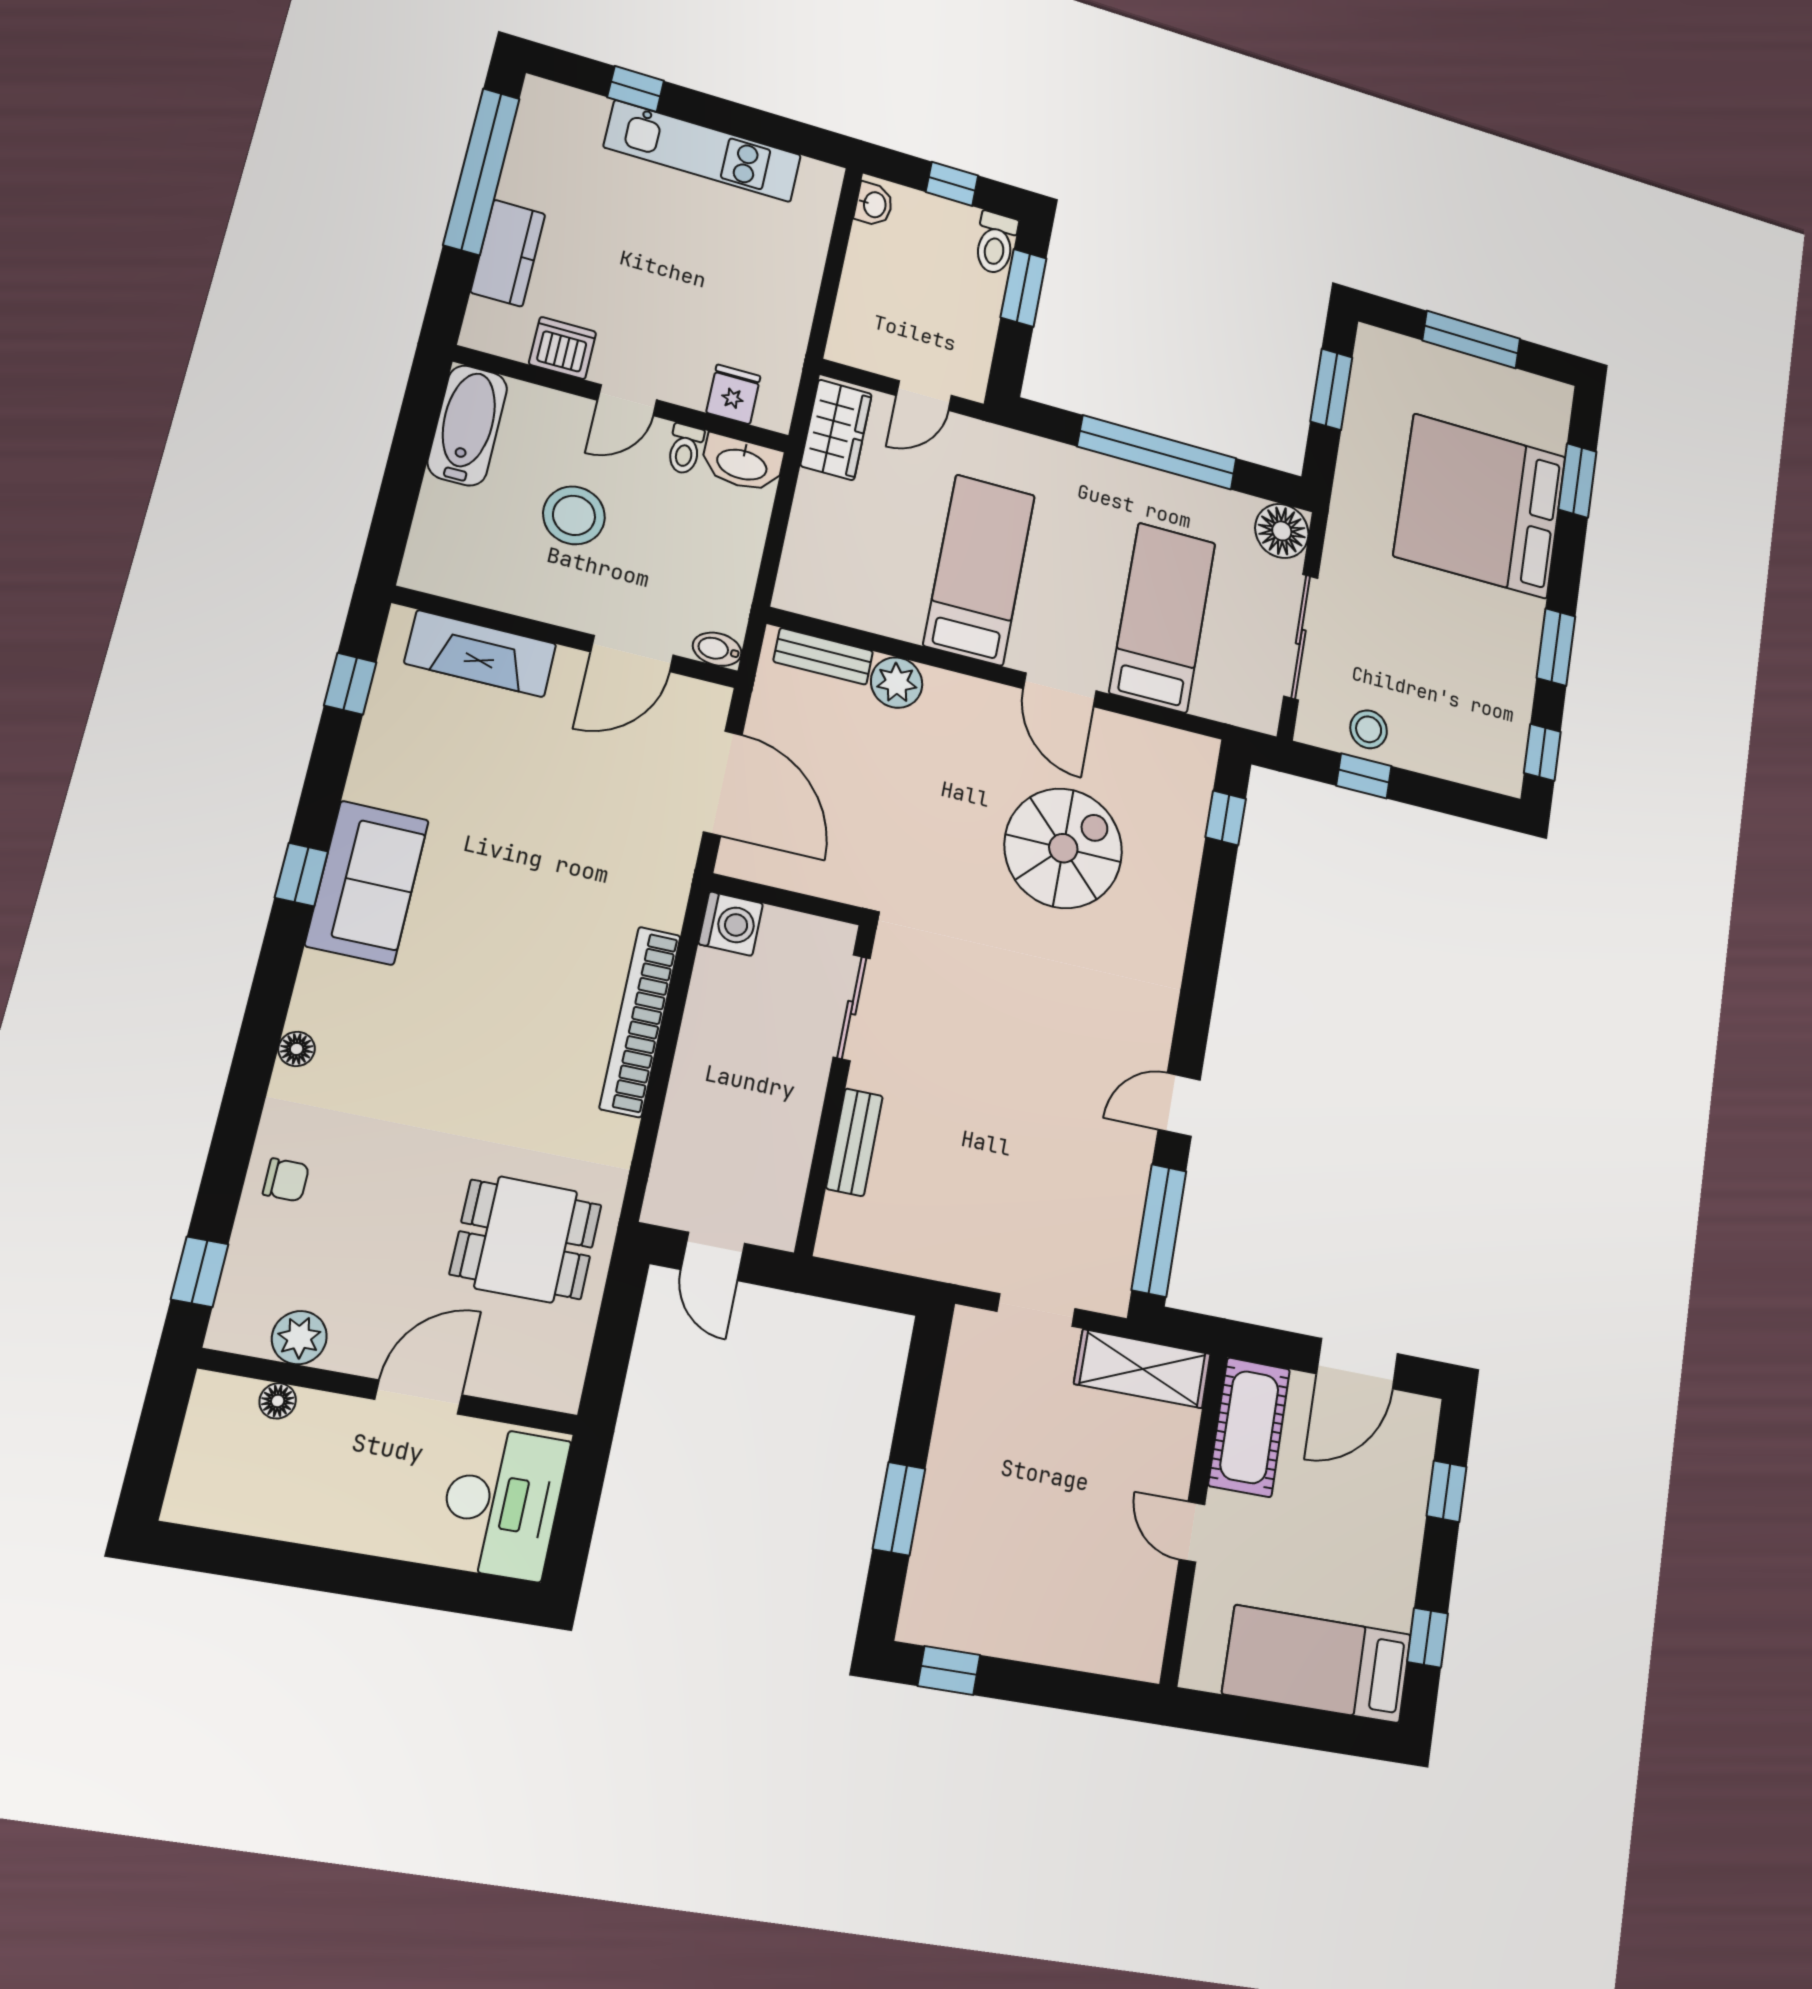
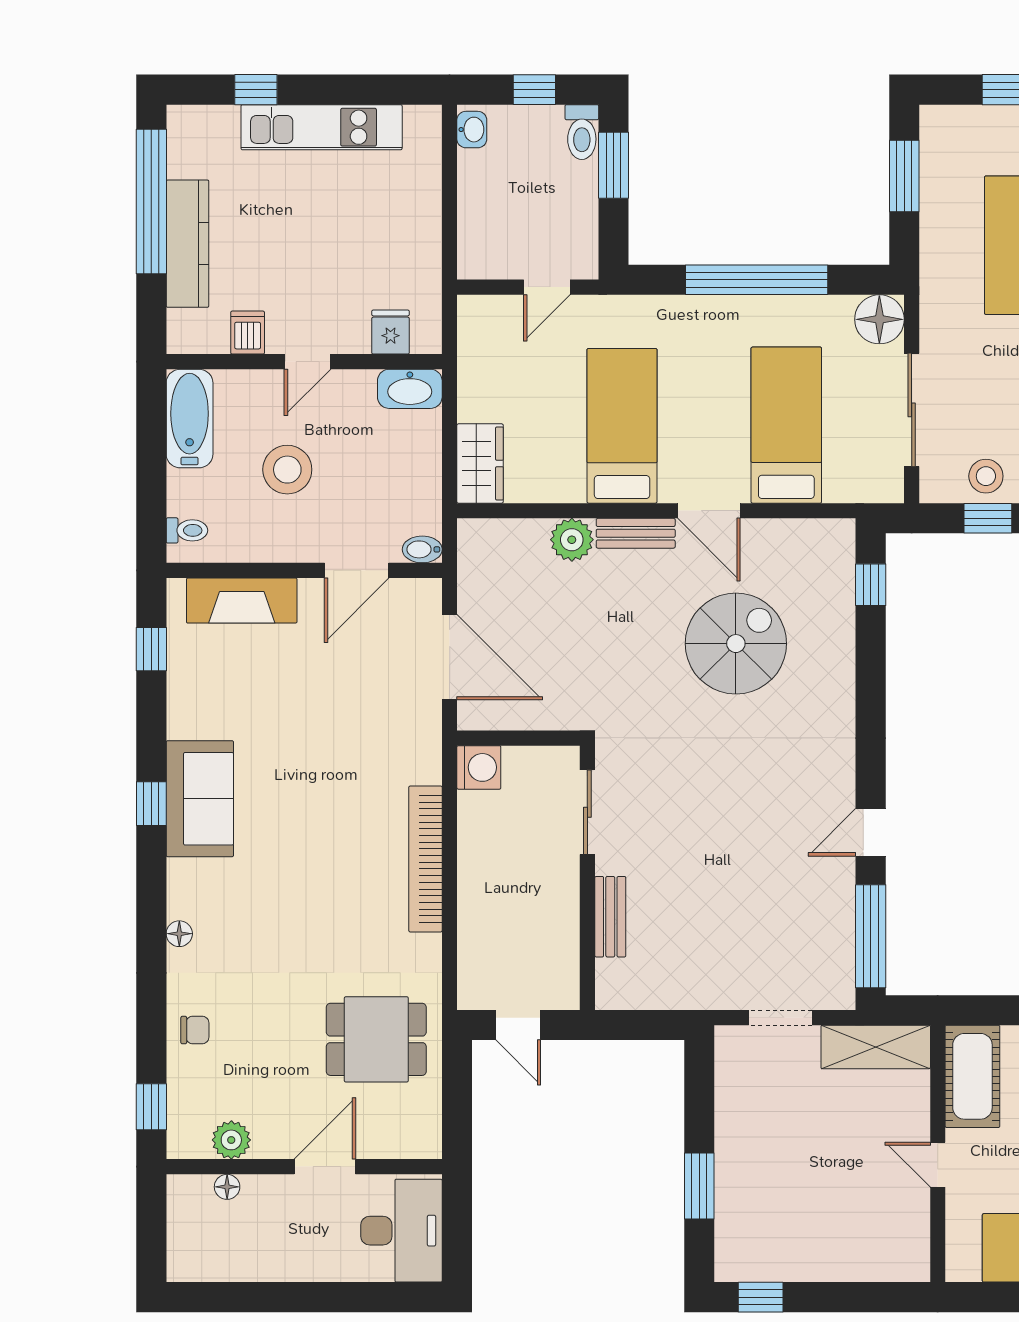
kitchen counter: (508, 253) -> (187, 244), width x1.50
dishwasher: (563, 348) -> (248, 333), width x0.73
wardrobe: (836, 430) -> (480, 464), moved
toilet: (685, 449) -> (187, 530), moved, turned -90
bench: (823, 656) -> (636, 533), moved

